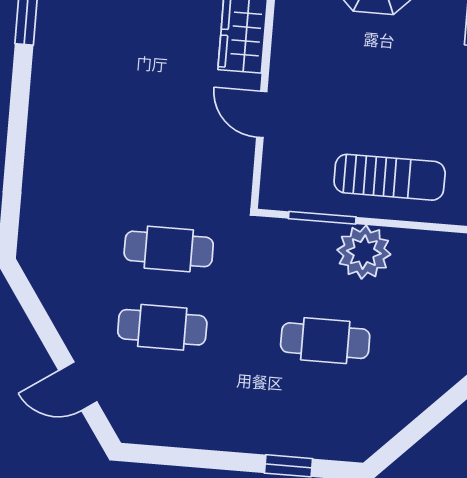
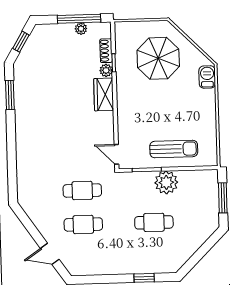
door: (262, 114) -> (117, 154), moved

